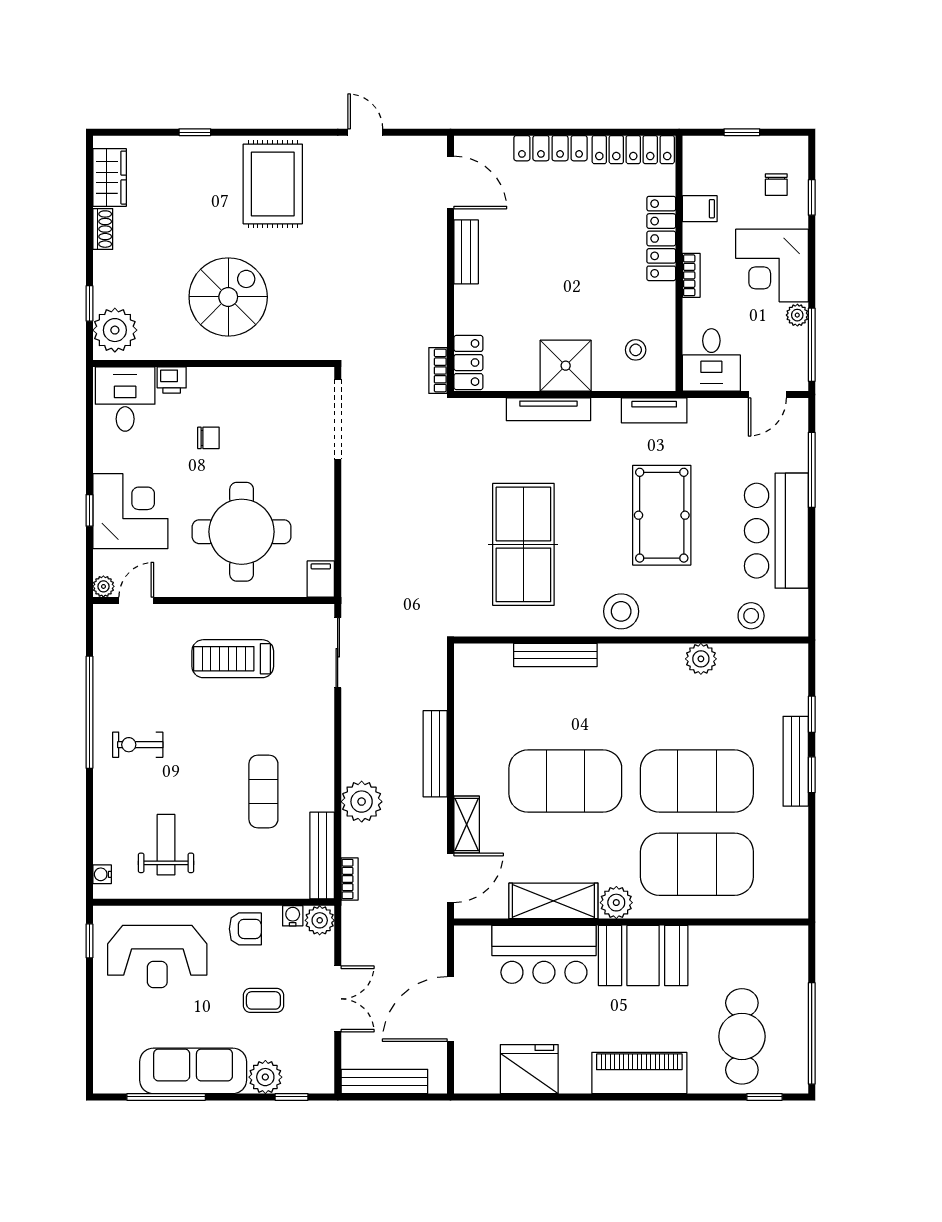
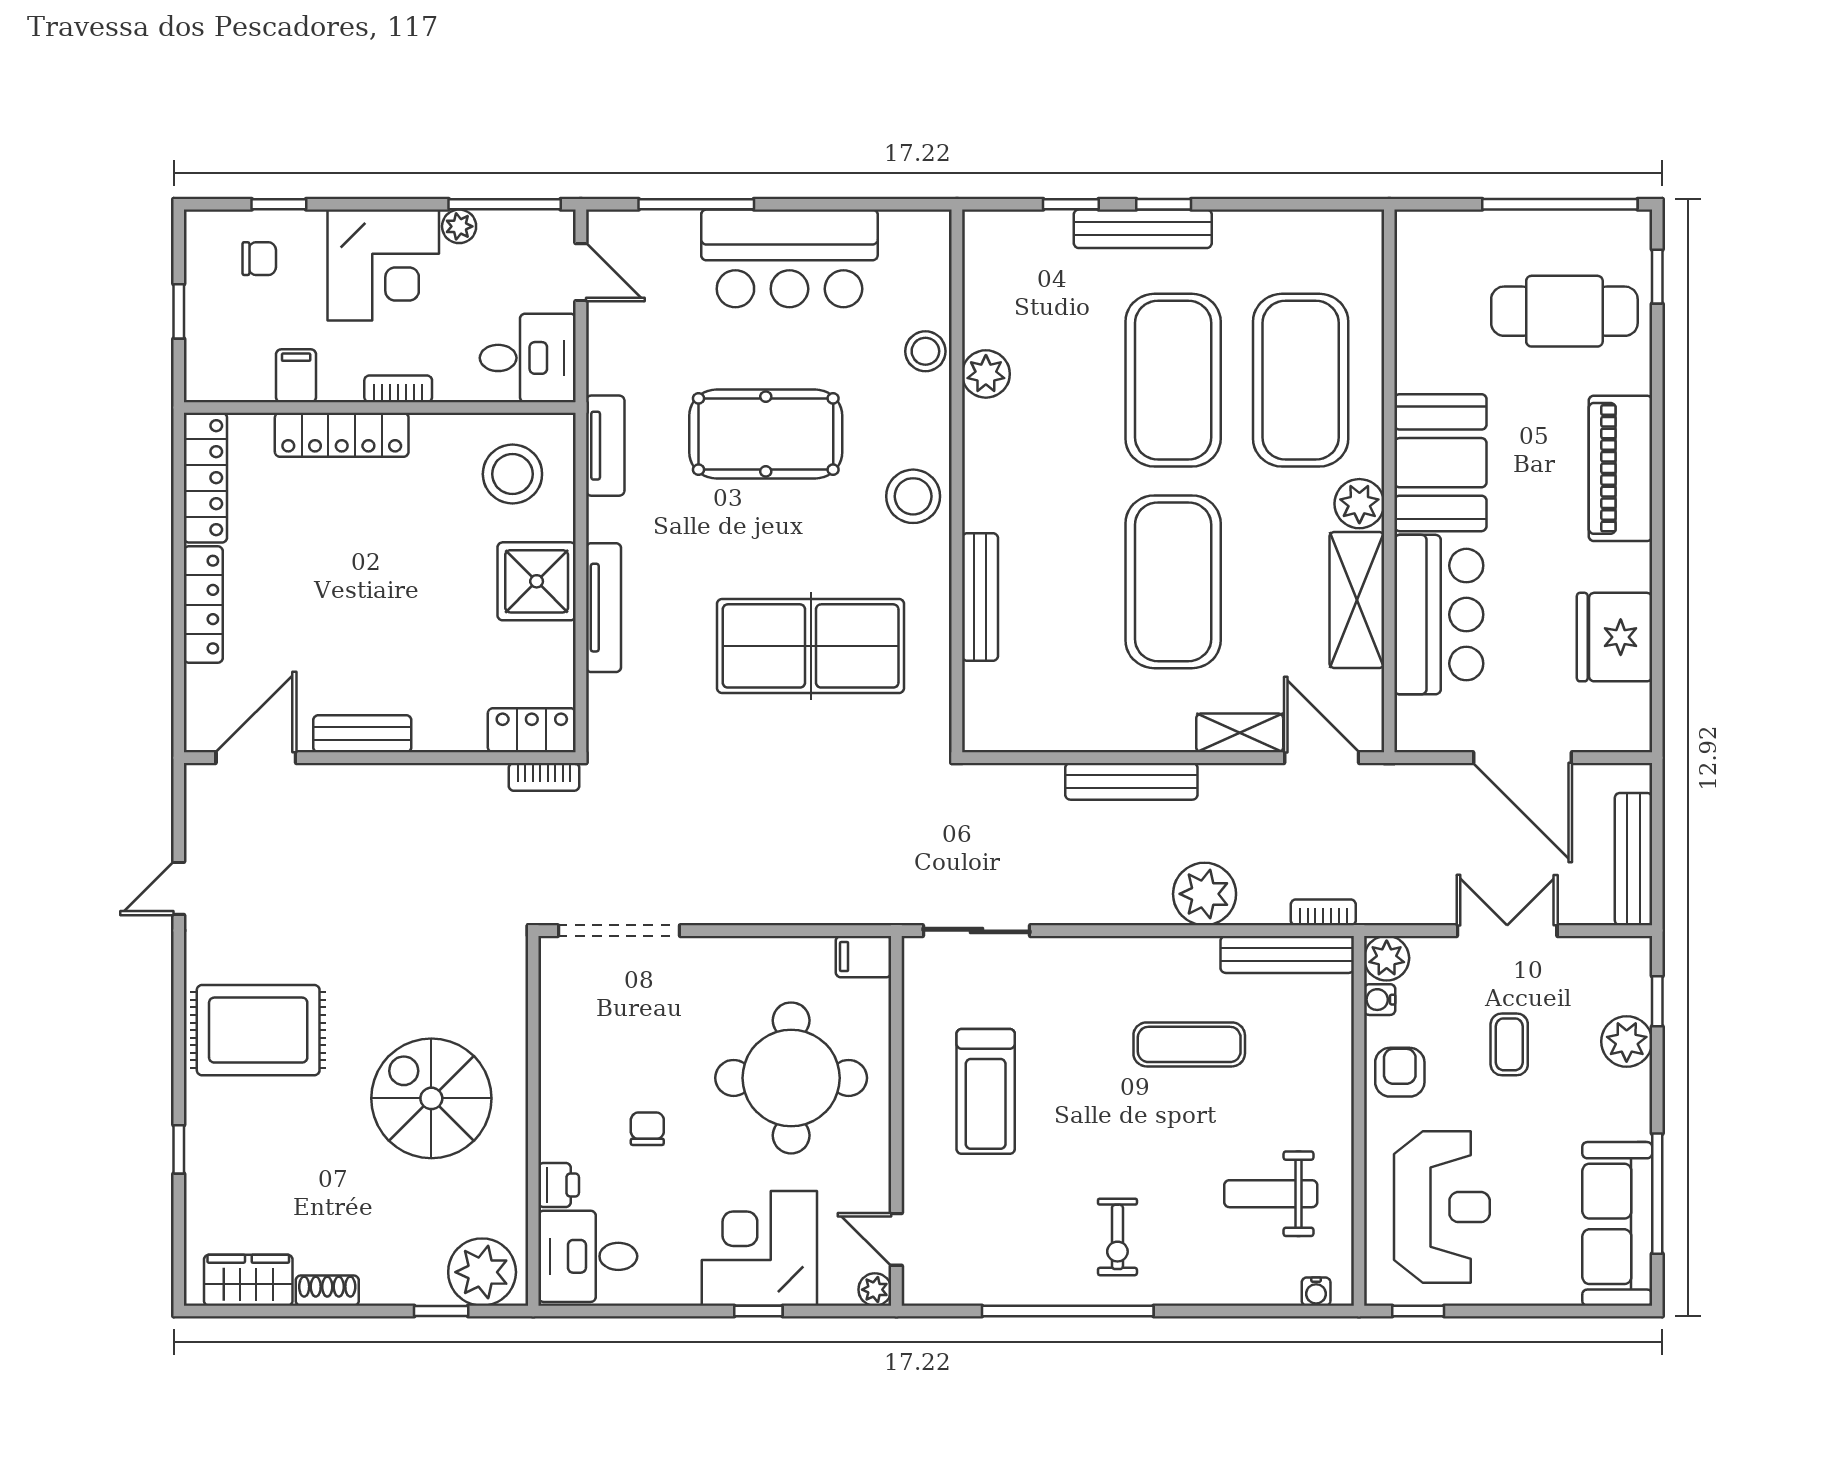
stool: (636, 350) -> (512, 474), width x1.89, depth x1.89
stool: (751, 616) -> (925, 351), moved
sofa: (193, 1071) -> (1617, 1224), moved

